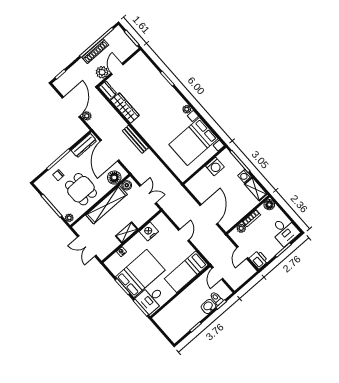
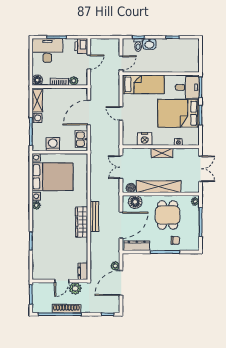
wardrobe: (125, 108) -> (82, 222), moved
kitchen sink: (197, 189) -> (81, 139), added
desk: (285, 231) -> (47, 50), width x1.37
door: (184, 235) -> (121, 114), hinge flipped

